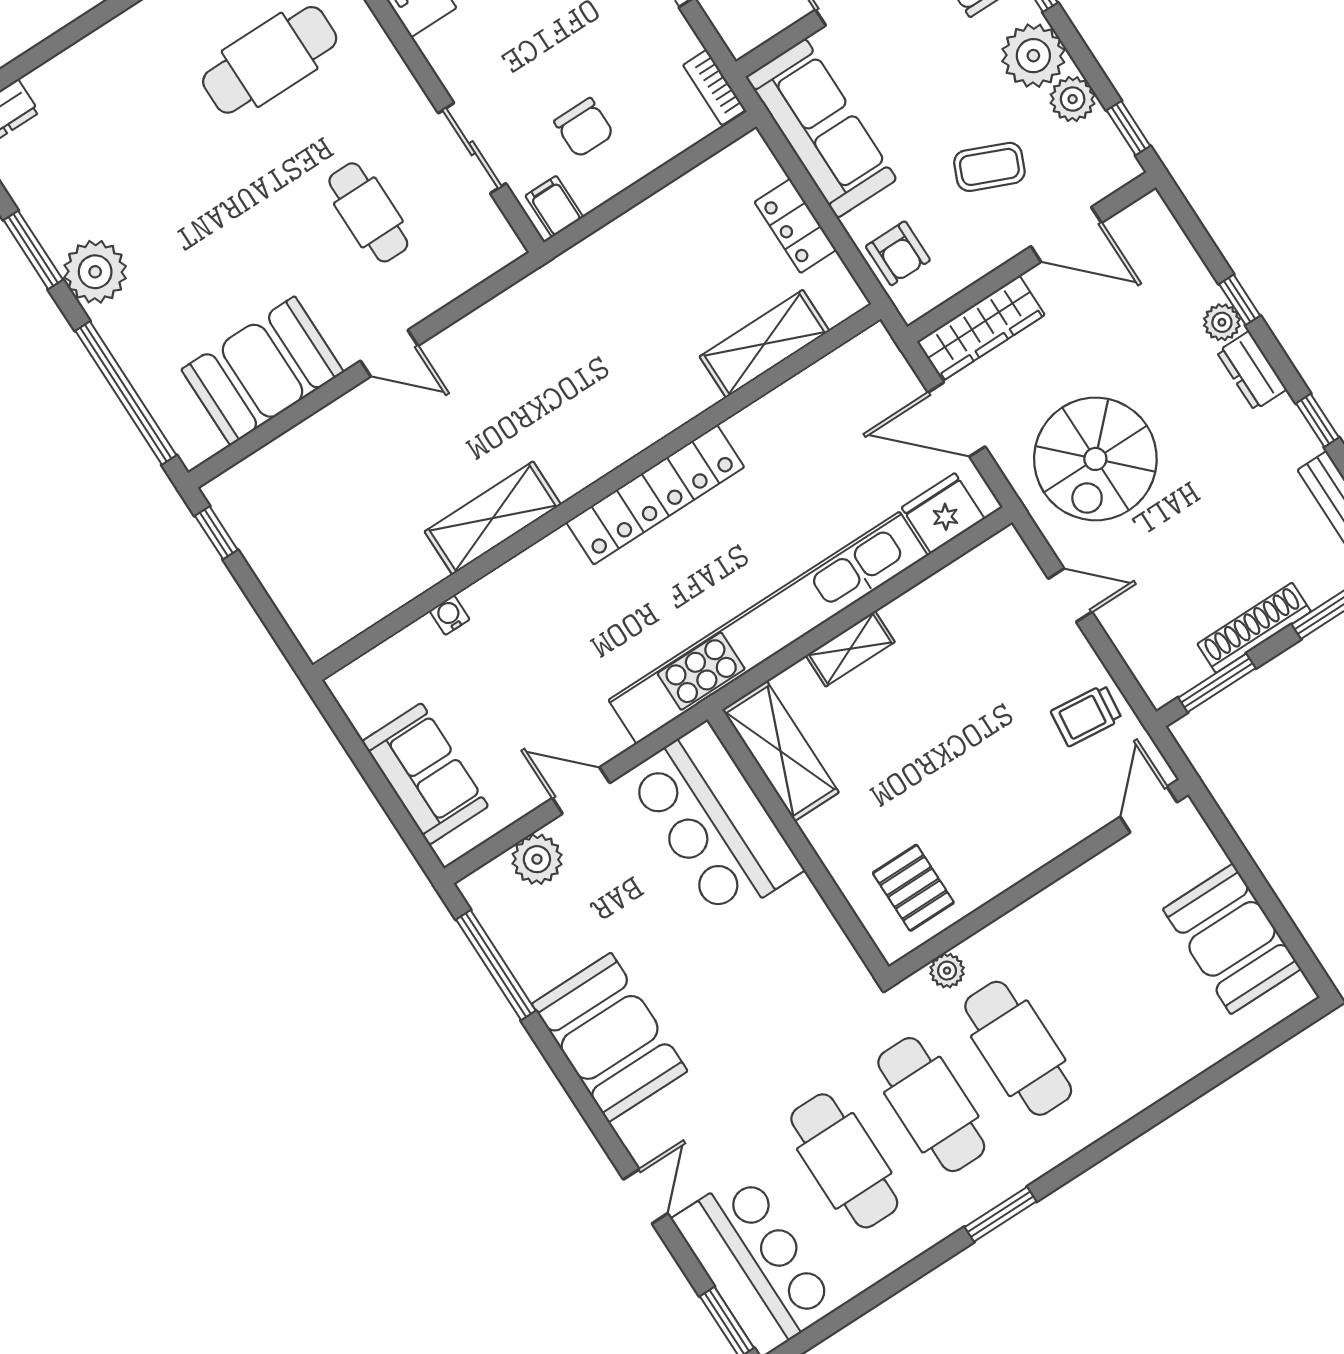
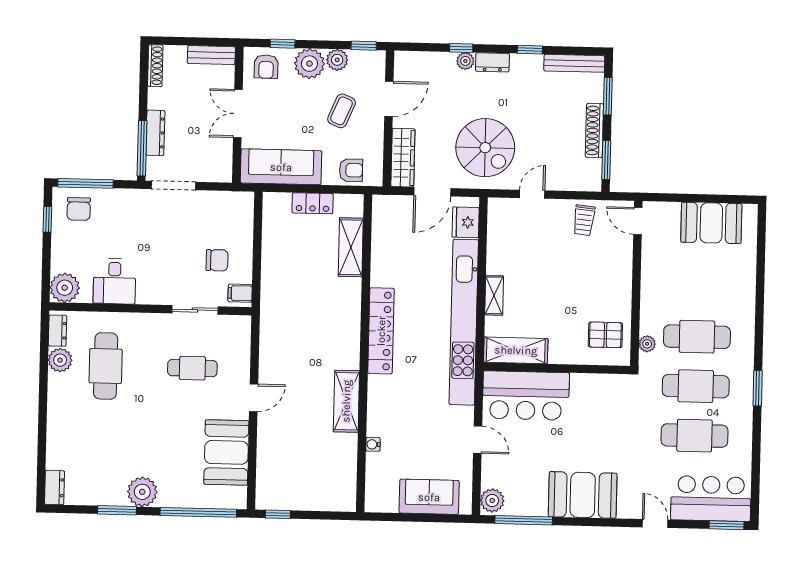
bookcase: (714, 87) -> (236, 198), removed
door: (581, 790) -> (478, 440), swing flipped
plant: (537, 859) -> (492, 500), moved

